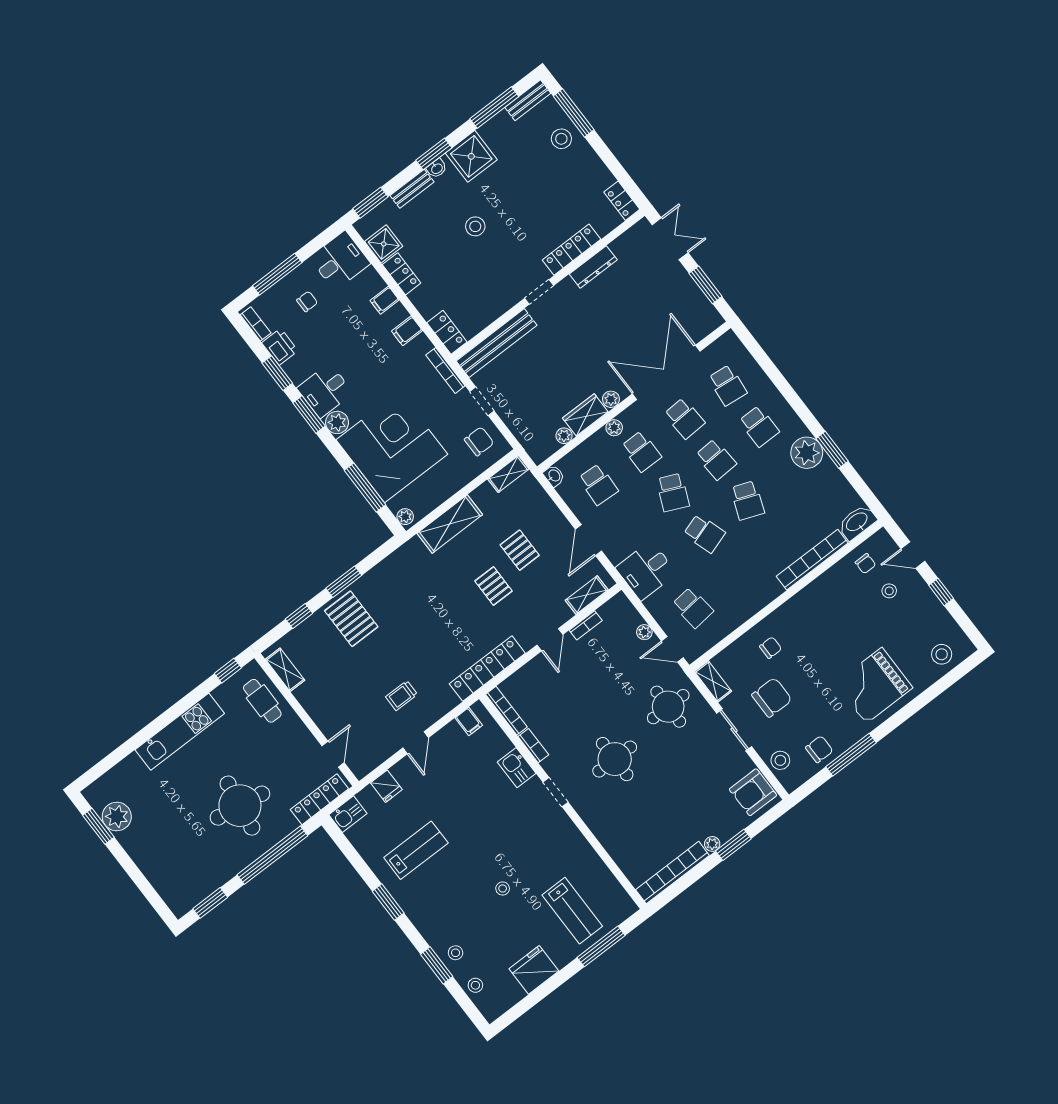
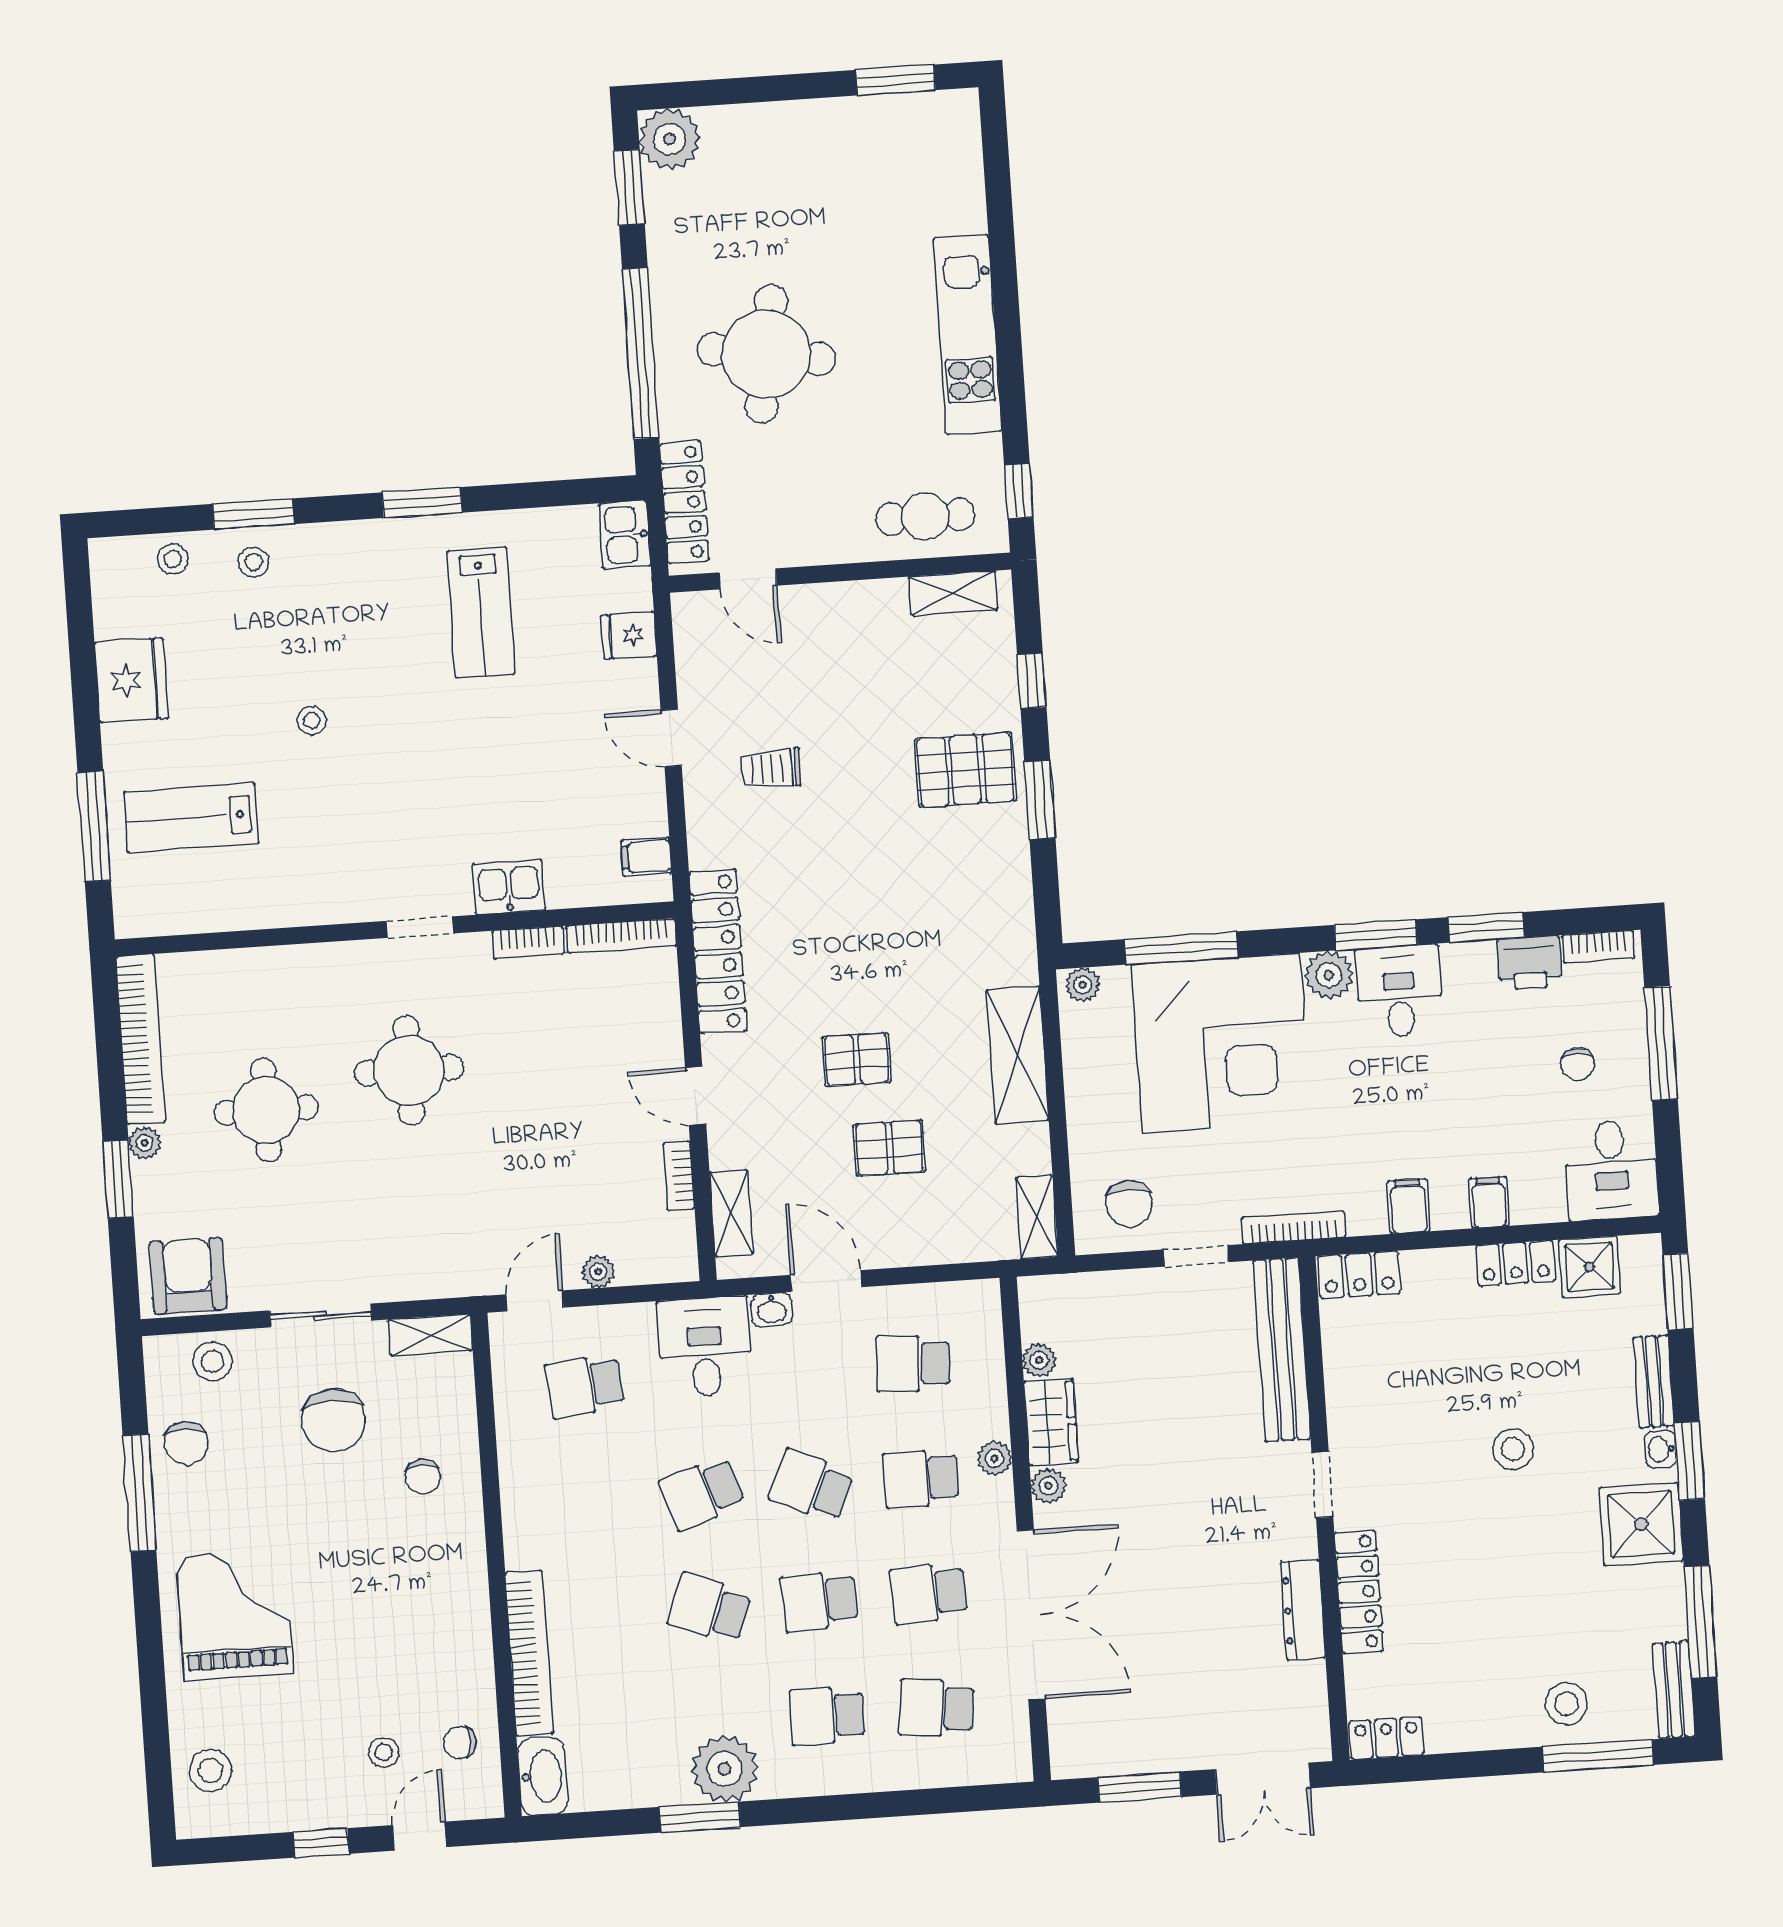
washbasin: (554, 476) -> (772, 1310), moved
trolley: (402, 696) -> (771, 768), turned -90
round table: (668, 707) -> (266, 1110), moved
plant: (117, 816) -> (670, 139), moved

